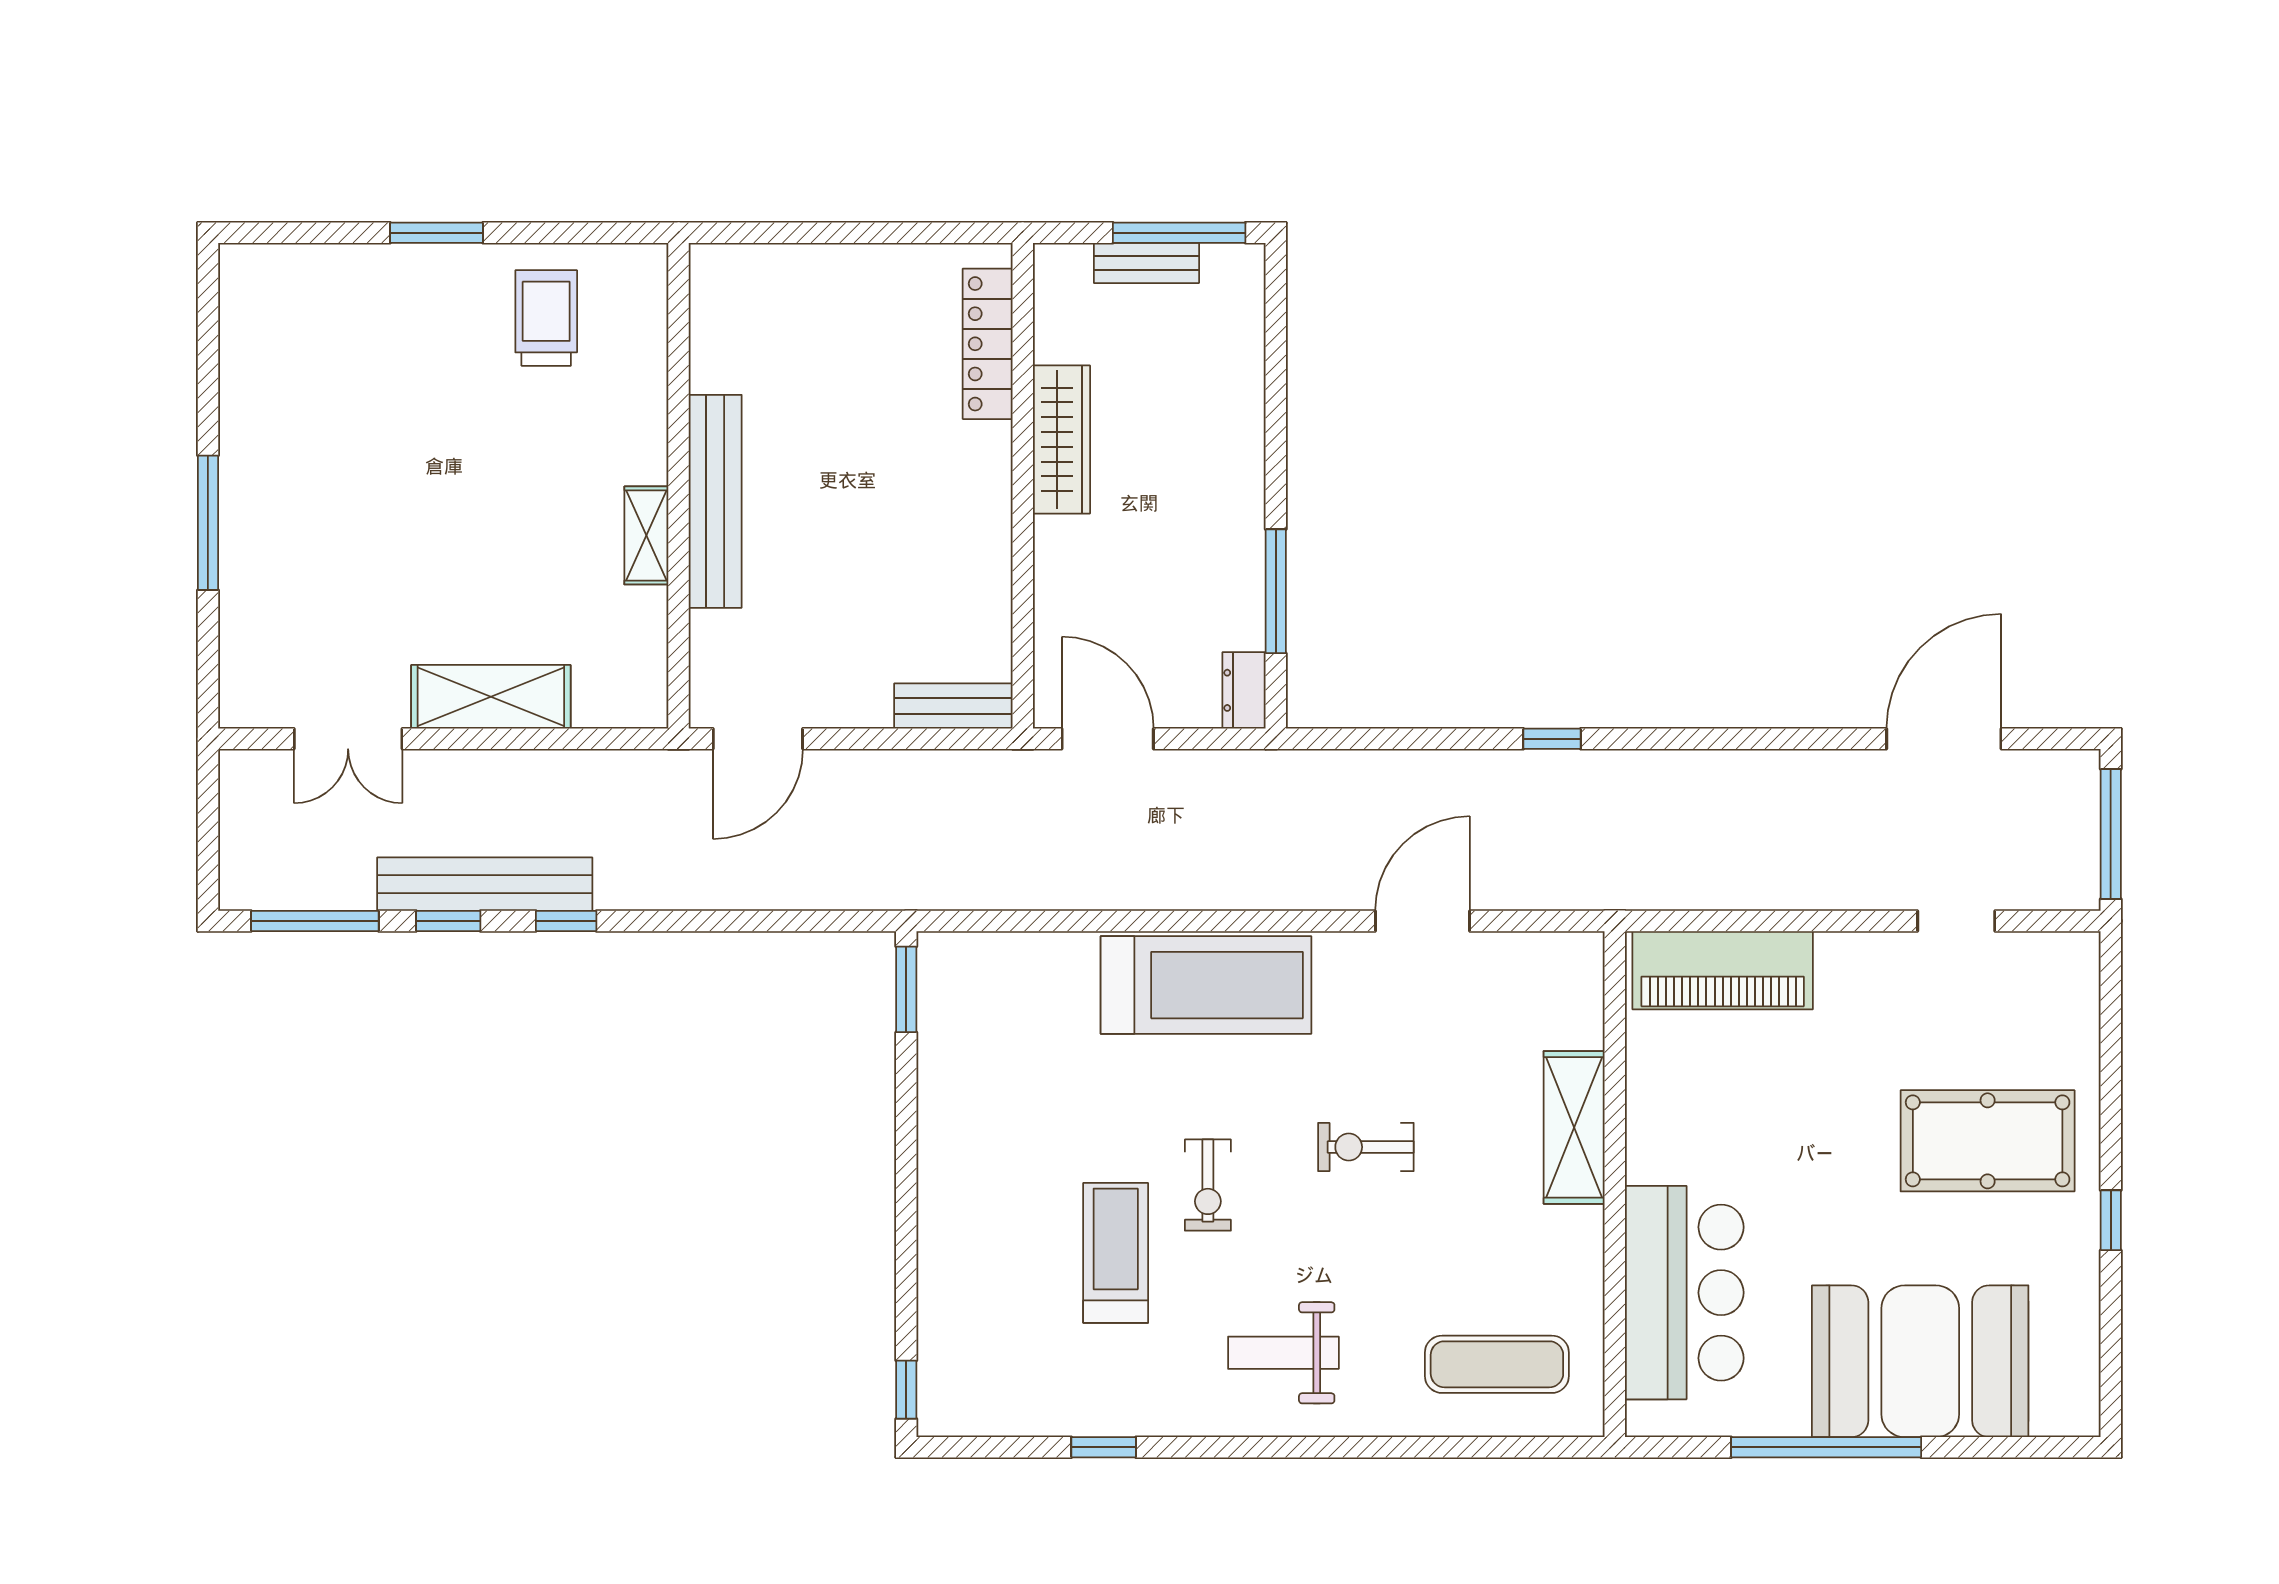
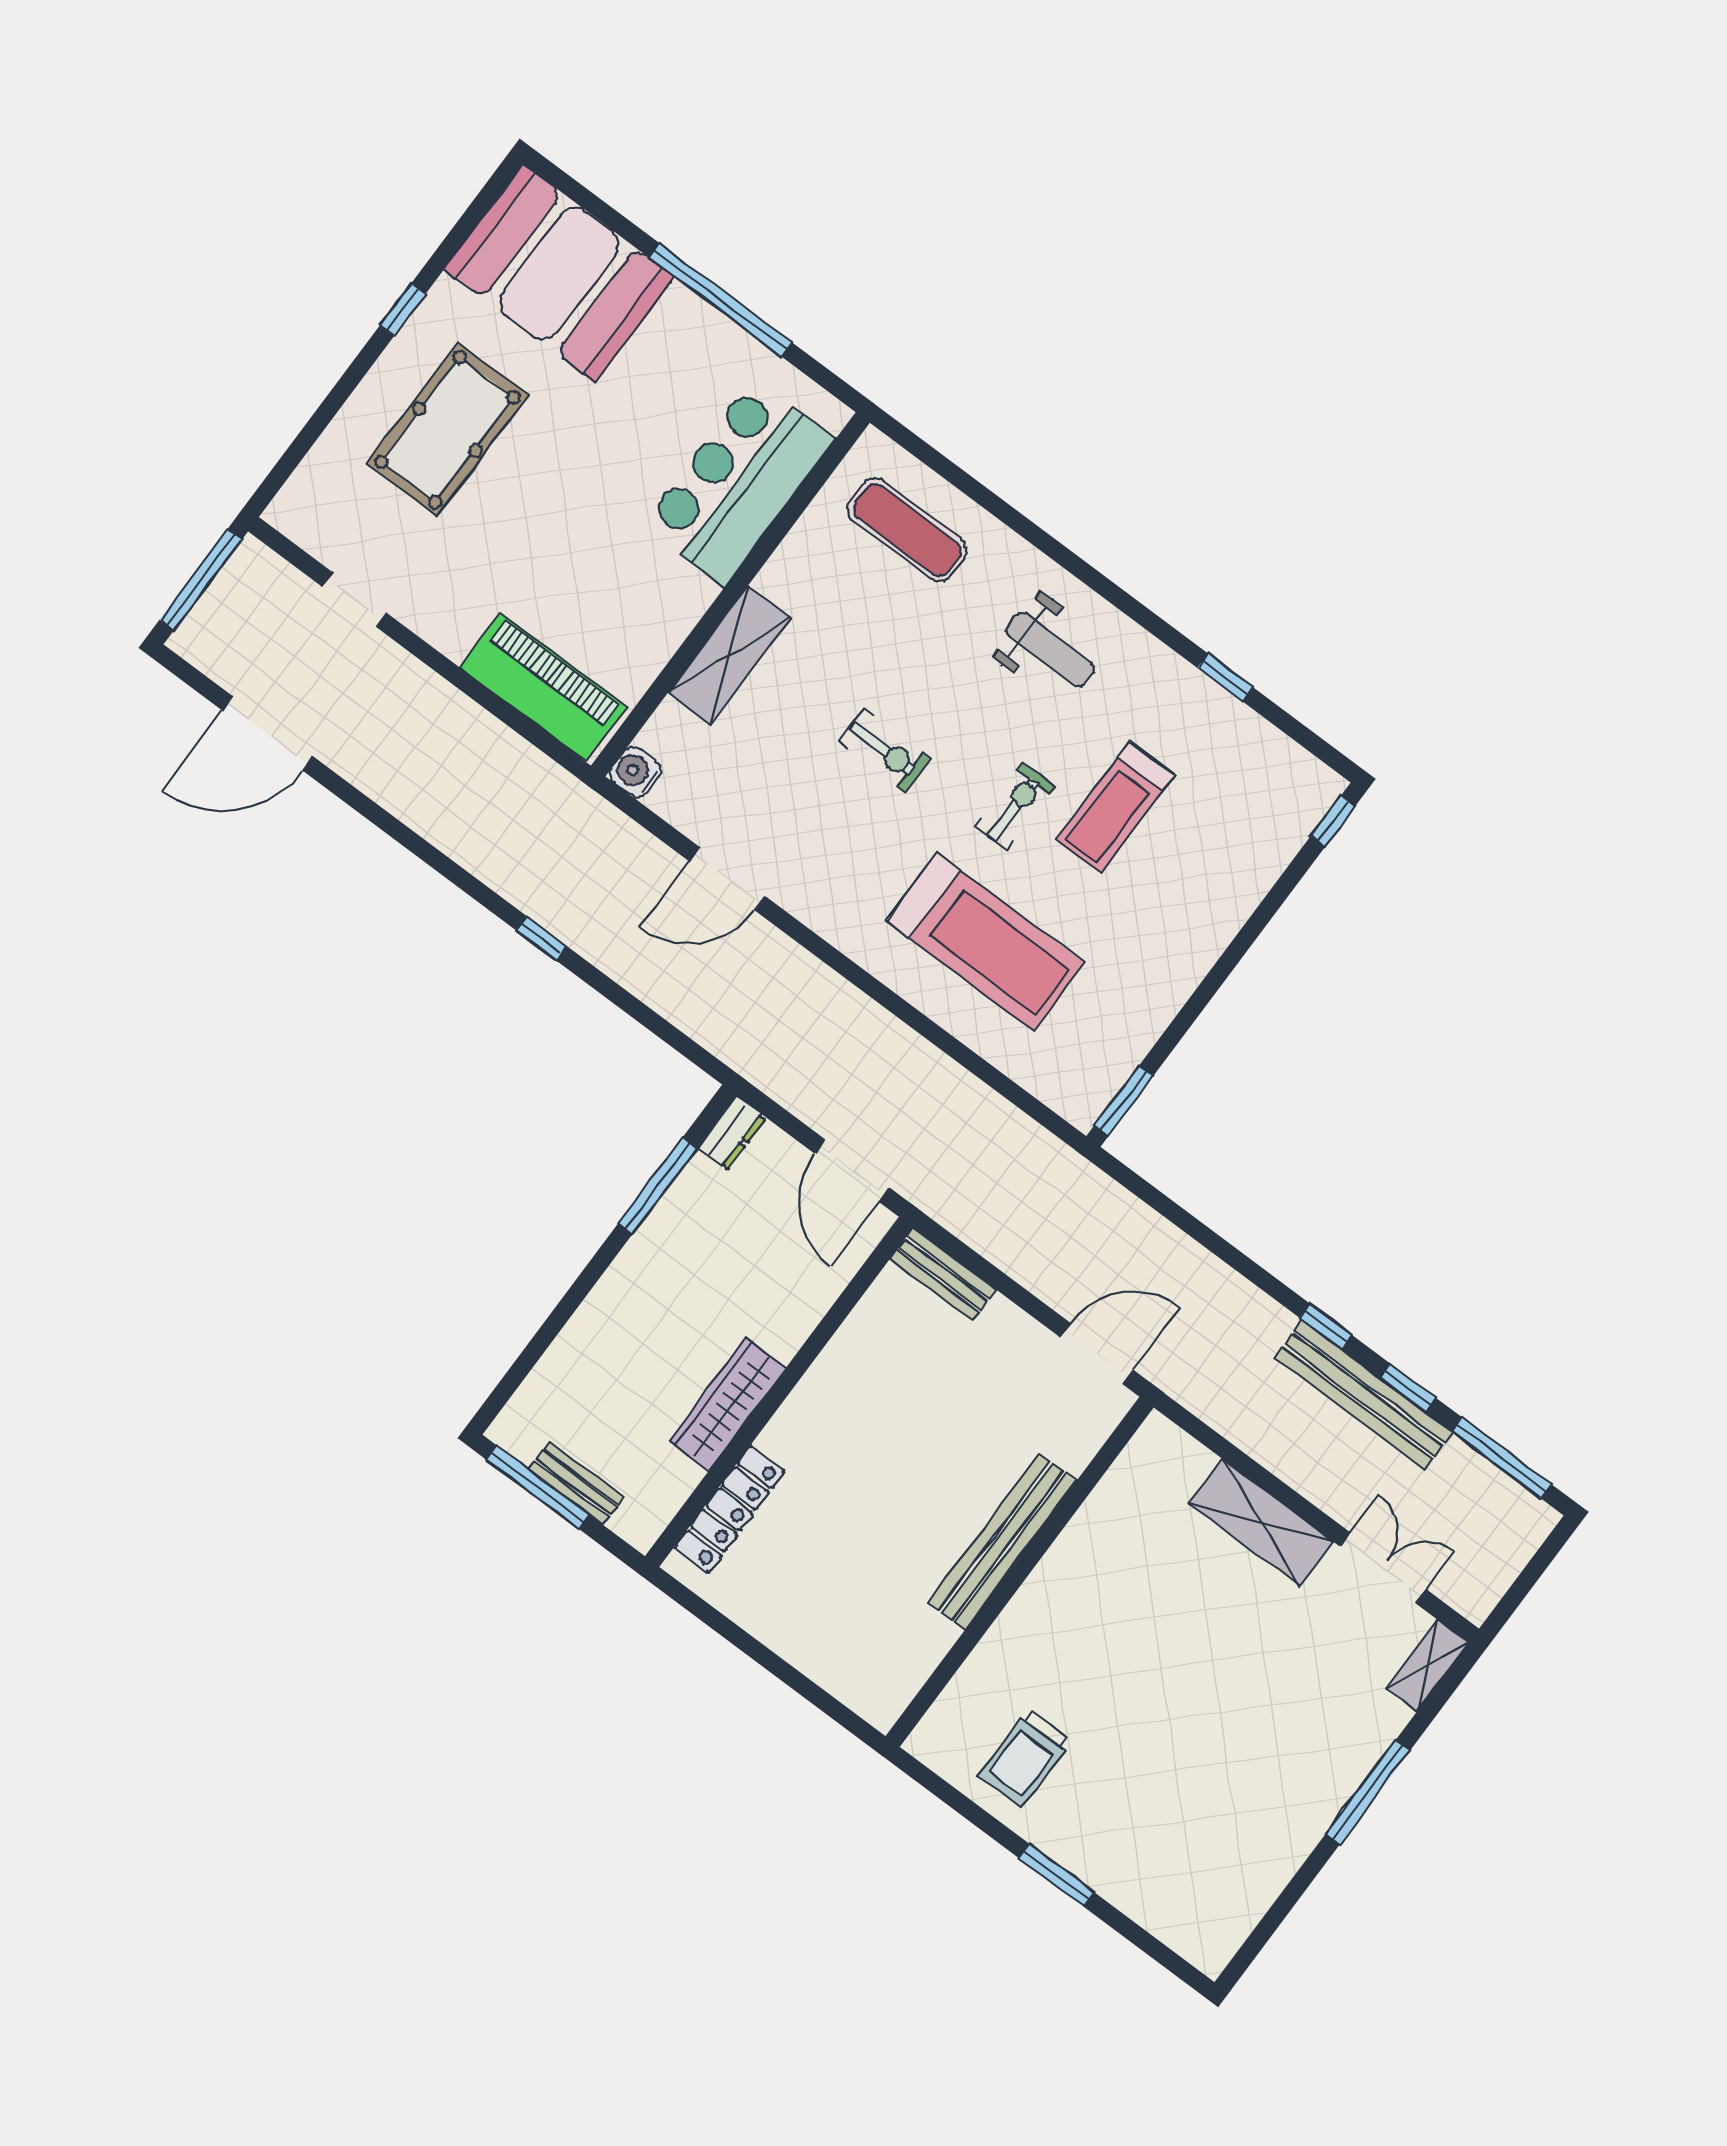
shelving: (646, 535) -> (1427, 1666), moved
water cooler: (1580, 956) -> (636, 772), added
treadmill: (1206, 985) -> (985, 942), moved, turned 180
pool table: (1988, 1141) -> (447, 430), turned 90
booth: (1920, 1361) -> (559, 273), moved

